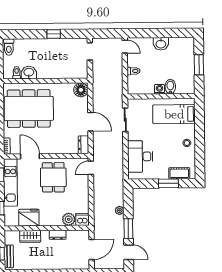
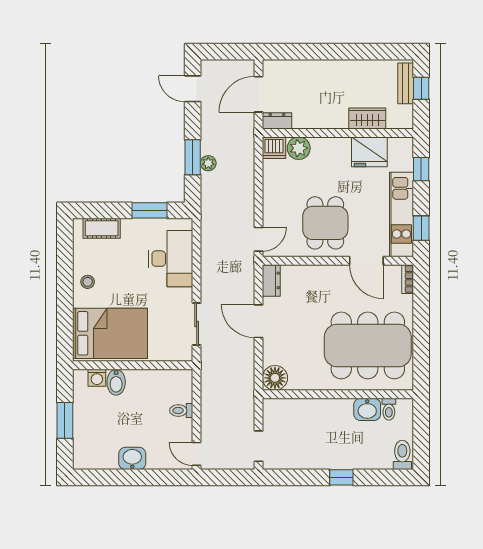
window: (54, 34) -> (341, 477), moved
washing machine: (160, 89) -> (97, 378), moved
bed: (174, 114) -> (110, 333), width x1.50
window: (168, 183) -> (149, 210), moved
window: (128, 229) -> (193, 157), moved
dresser: (58, 235) -> (277, 121), moved

